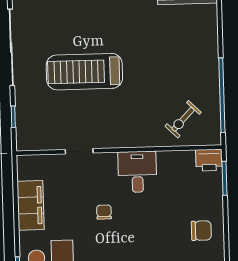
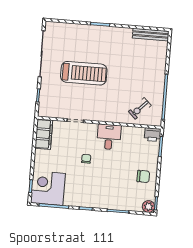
treadmill: (84, 72) -> (84, 73), turned 180
filing cabinet: (31, 205) -> (44, 134), moved

